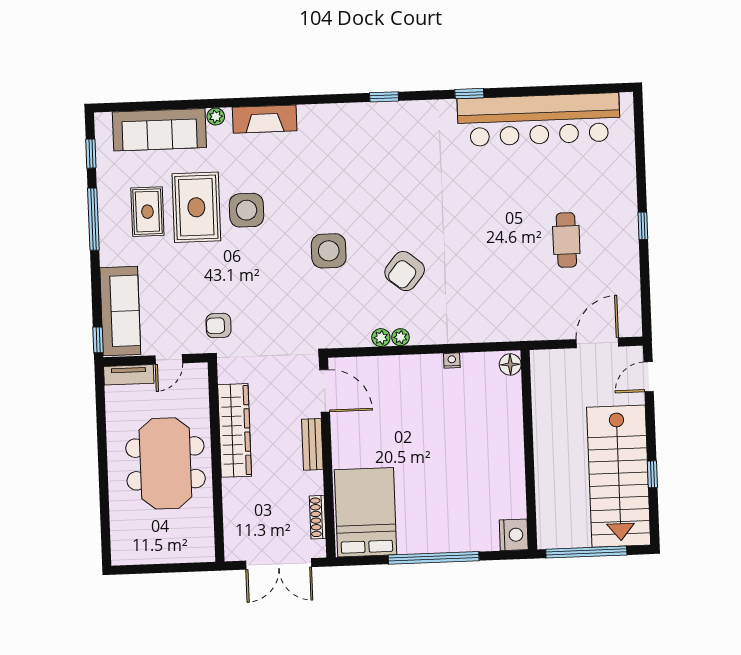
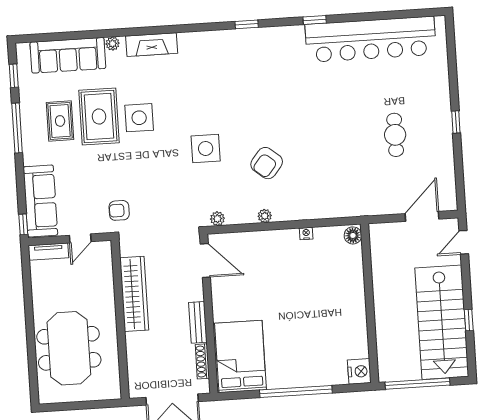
plant: (381, 338) -> (217, 219), moved
bench: (312, 444) -> (198, 322), moved
meeting table: (165, 463) -> (69, 348), moved

